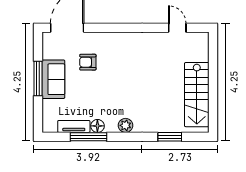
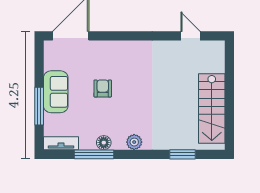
armchair: (88, 62) -> (103, 88), moved, turned 90
window: (38, 79) -> (39, 106), moved
tv unit: (74, 126) -> (61, 143), moved

